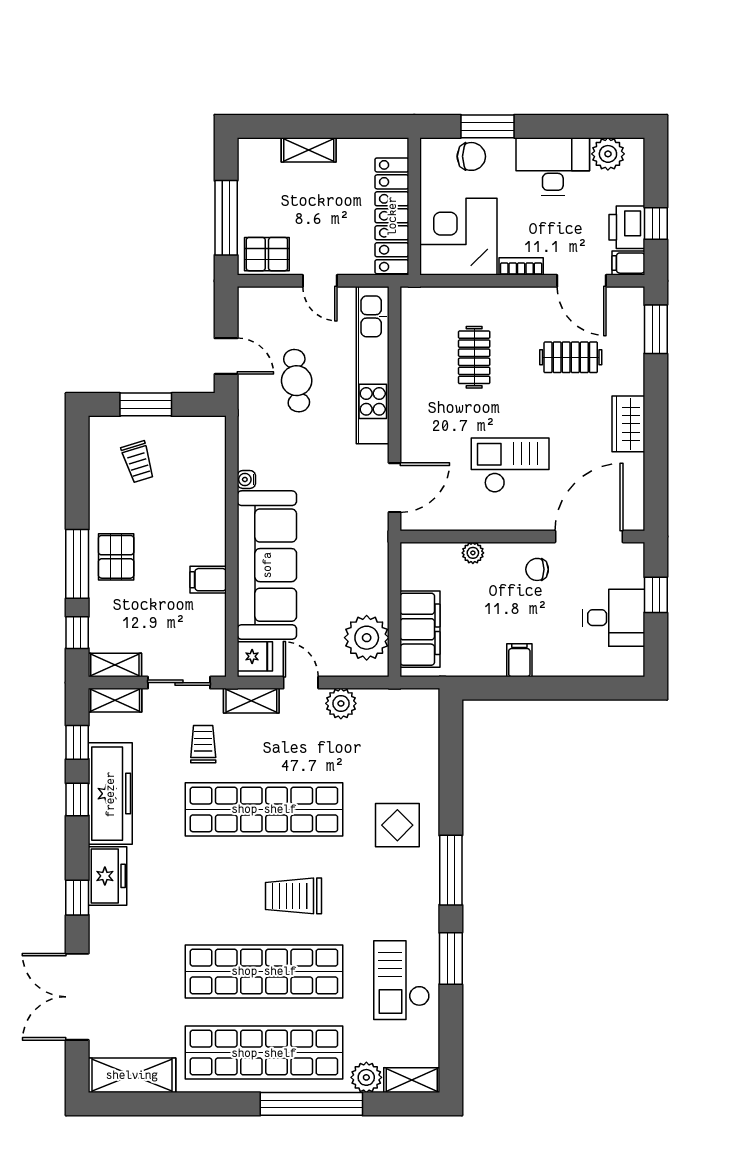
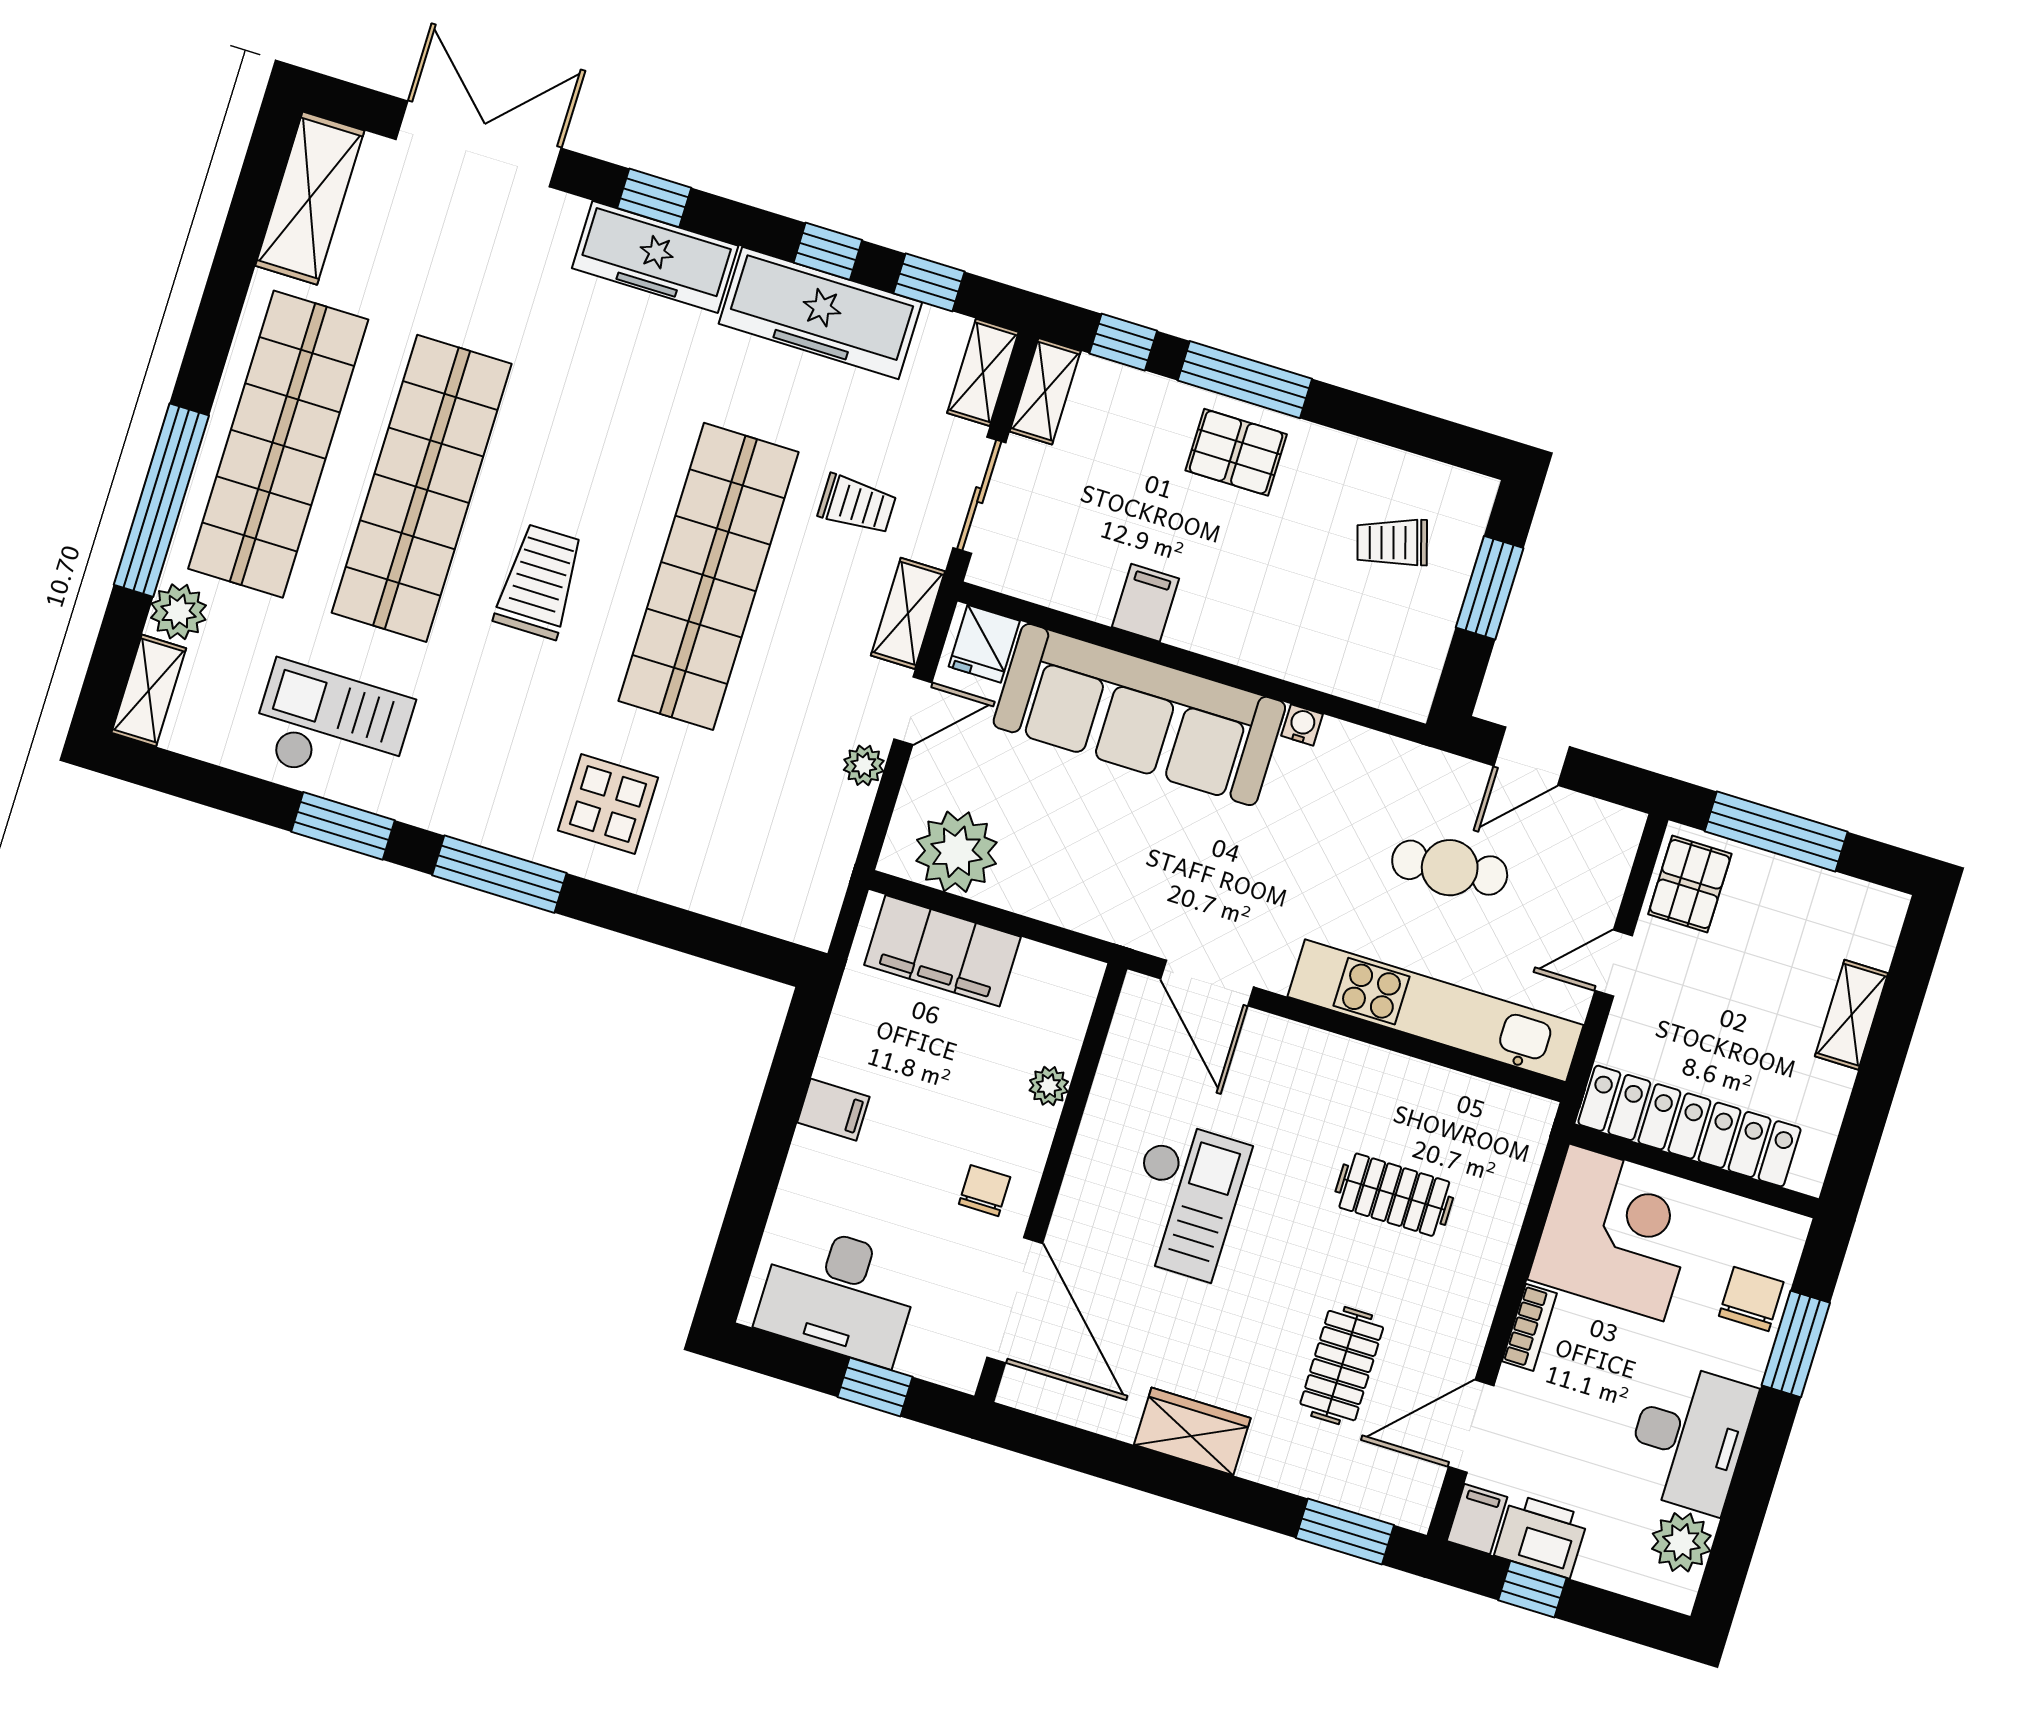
chair: (471, 156) -> (1751, 1299), turned 180
desk: (614, 618) -> (839, 1294), width x1.37
plant: (341, 703) -> (864, 765), width x0.73, depth x0.73
freezer: (107, 876) -> (655, 257), width x1.40

